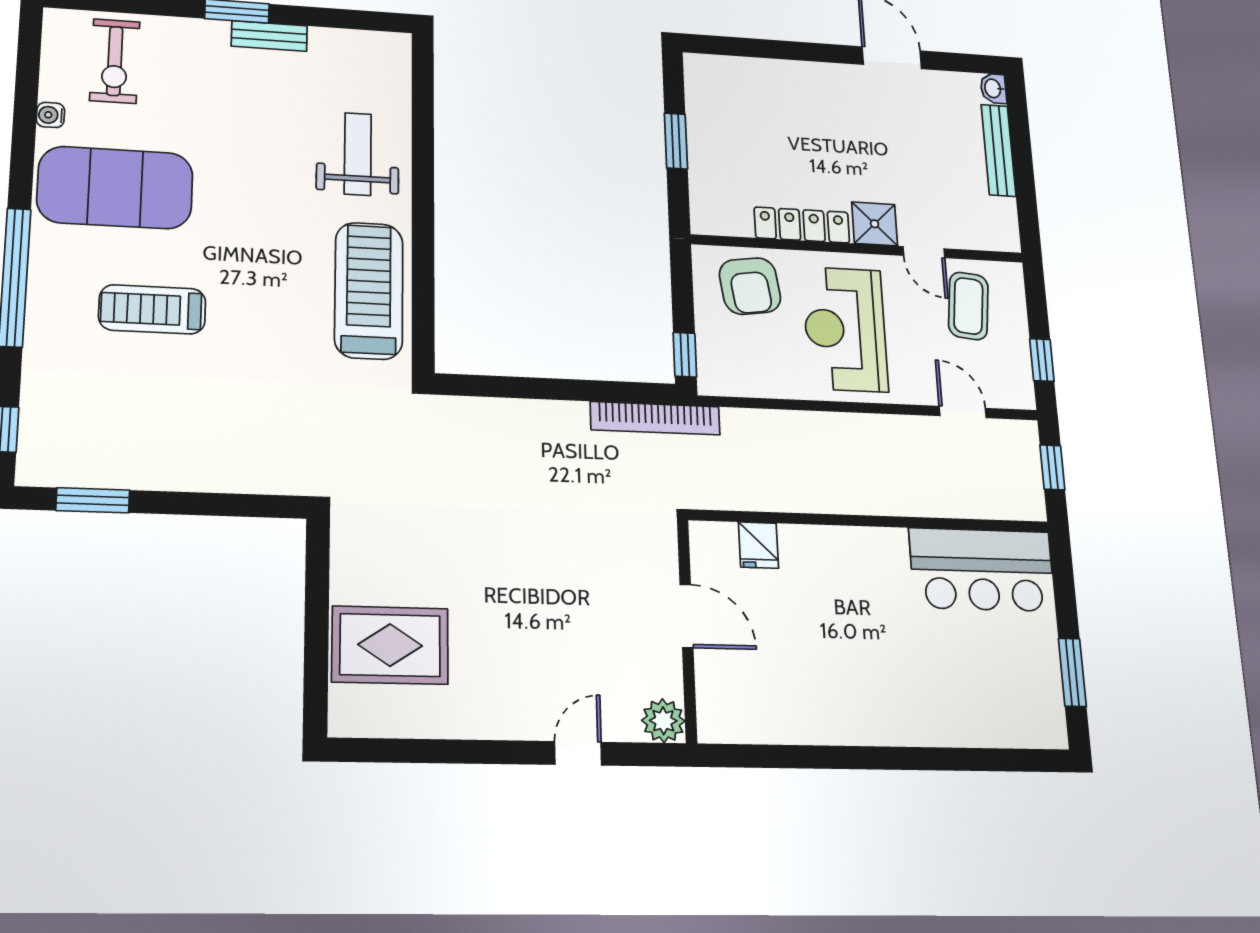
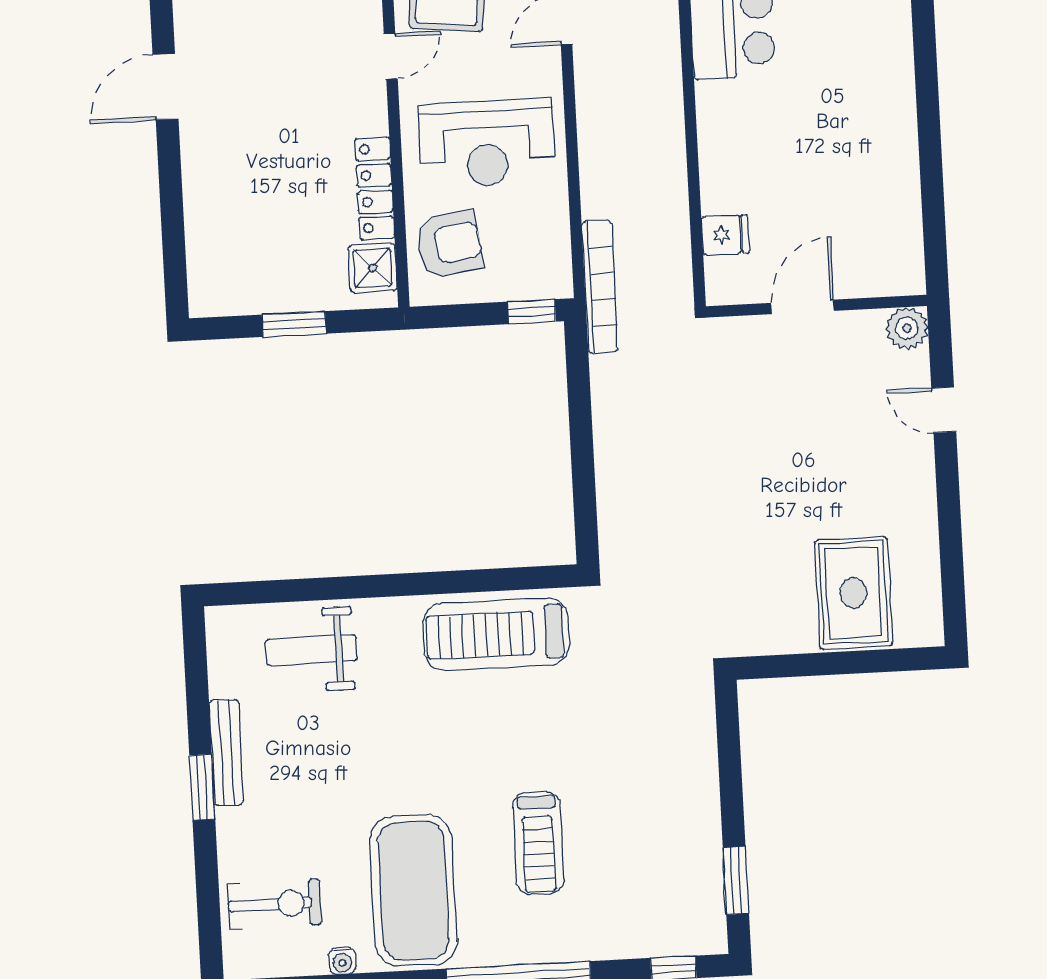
bench: (269, 36) -> (226, 752), width x1.36
weight bench: (358, 154) -> (311, 650), moved
shower: (875, 224) -> (373, 268), moved
bookcase: (655, 418) -> (600, 287), moved

